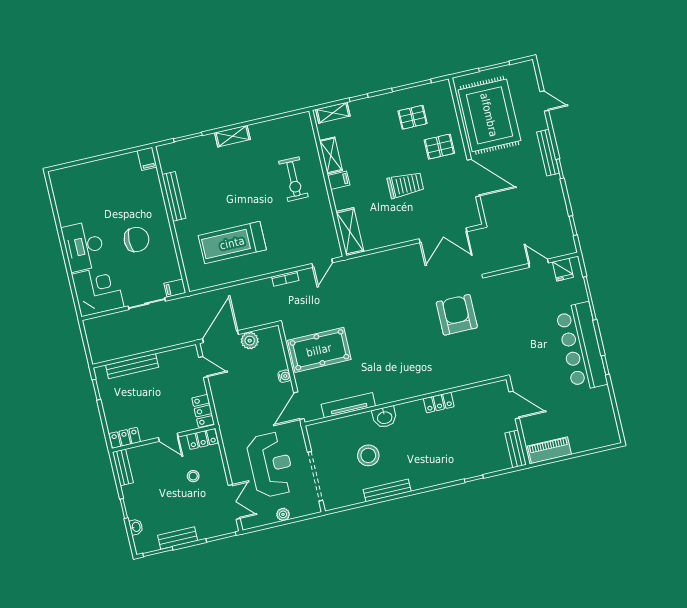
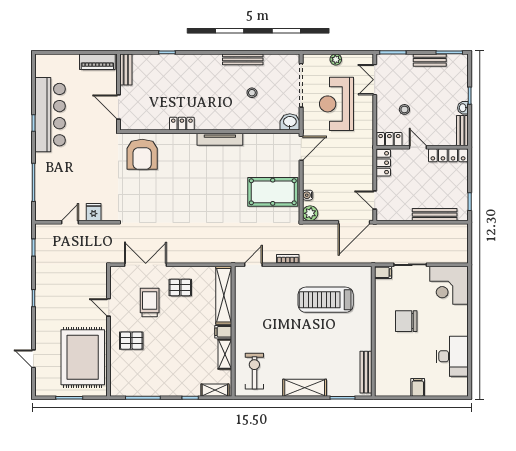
pallet: (413, 117) -> (180, 287), moved
shelving: (232, 136) -> (305, 388), width x1.50, depth x1.33
bench: (548, 153) -> (40, 314), removed
filing cabinet: (147, 159) -> (418, 387), moved
door: (473, 178) -> (109, 307), width x0.53
exercise bike: (293, 179) -> (254, 371), moved
trolley: (405, 185) -> (150, 303), moved, turned 90
bench: (174, 196) -> (366, 372), moved
shelving: (350, 232) -> (224, 295), width x1.47
treadmill: (232, 243) -> (326, 300), turned 180
desk: (84, 246) -> (452, 356), moved
door: (539, 263) -> (70, 222), swing flipped
fridge: (563, 270) -> (94, 212), moved
armchair: (457, 315) -> (142, 154), moved
plant: (250, 341) -> (310, 213), moved
bar counter: (581, 347) -> (50, 115), moved
water cooler: (284, 376) -> (308, 195), moved
tv unit: (348, 405) -> (220, 139), moved
washbasin: (385, 417) -> (290, 122), moved
locker: (125, 438) -> (448, 155), width x1.53
stool: (368, 455) -> (252, 93), width x0.53, depth x0.53
washbasin: (136, 527) -> (463, 108), moved

